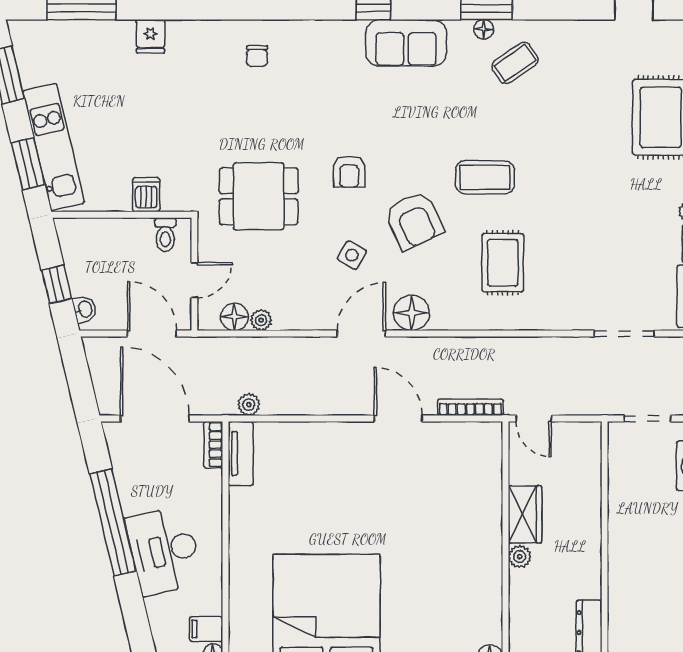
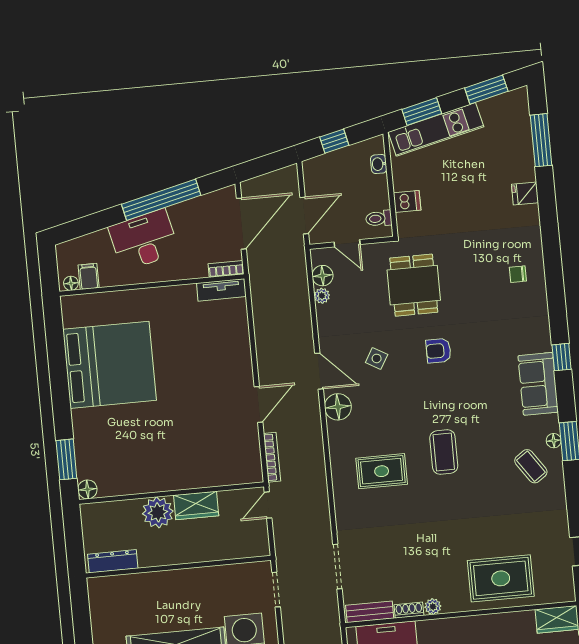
armchair: (414, 221) -> (407, 402), removed
washbasin: (85, 309) -> (379, 164), moved, turned 103
plant: (249, 405) -> (258, 292), removed
plant: (520, 557) -> (158, 512), width x1.87, depth x1.87

